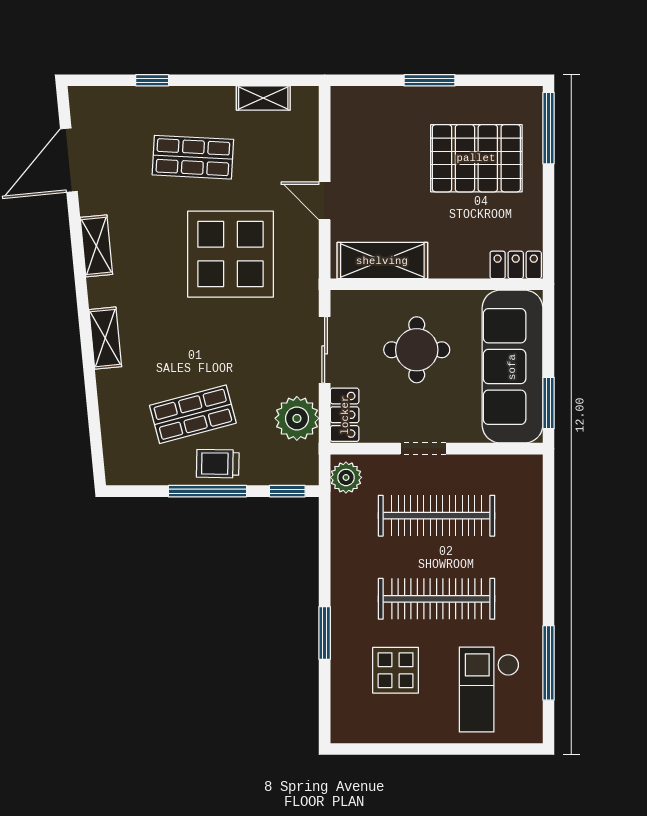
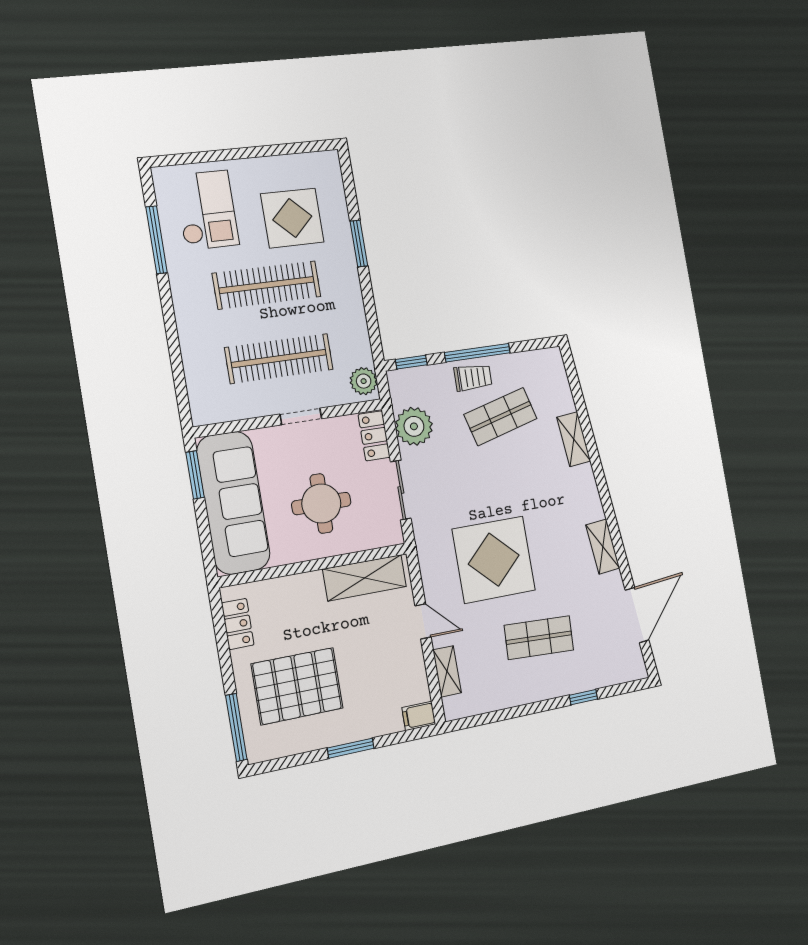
shelving: (263, 98) -> (447, 671), moved, turned 90
filing cabinet: (348, 99) -> (419, 716), added
locker: (516, 265) -> (238, 624), moved, turned -90
shelving: (105, 338) -> (574, 439), moved
display table: (396, 670) -> (292, 218), width x1.36, depth x1.36

